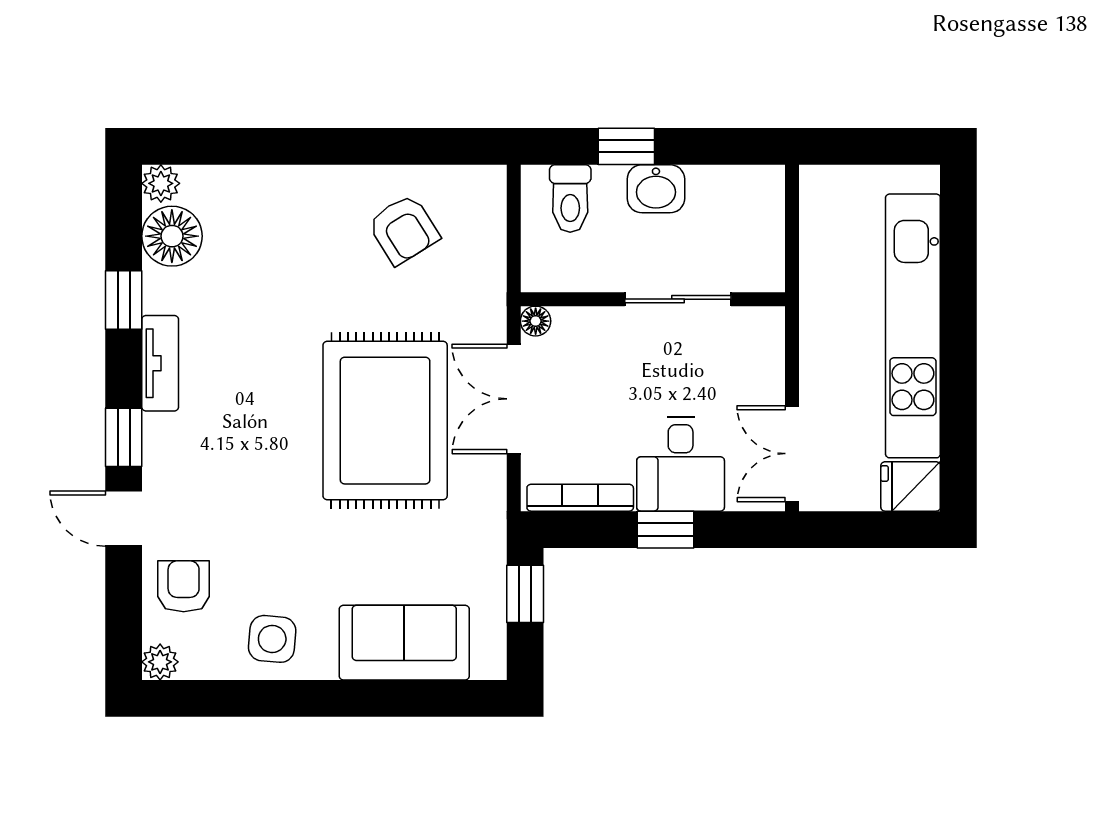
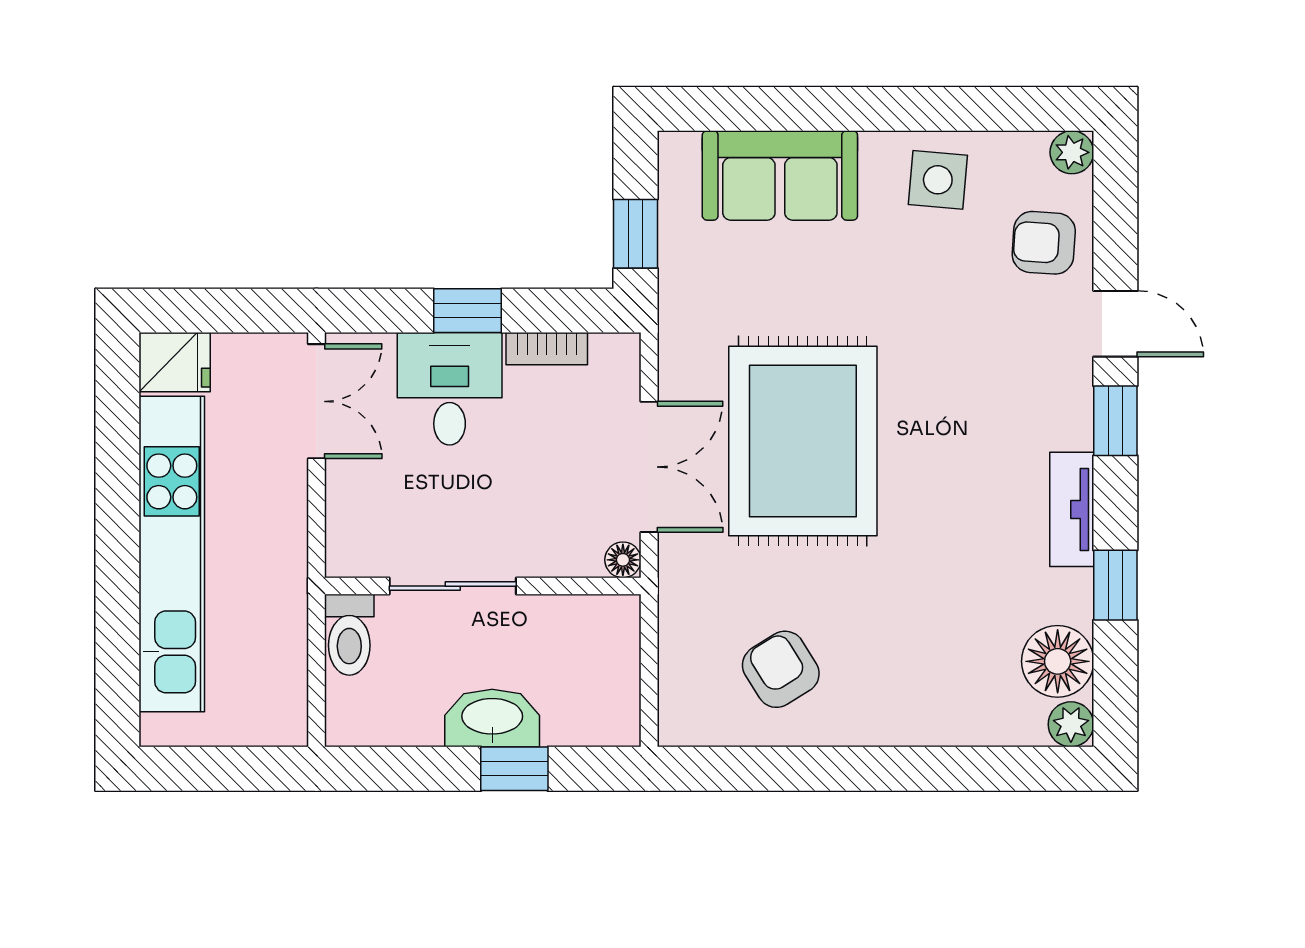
washbasin: (656, 189) -> (492, 718), width x1.38
toilet: (570, 199) -> (349, 635), moved, turned 180
bookcase: (580, 498) -> (547, 349), width x0.64
armchair: (184, 586) -> (1044, 243), turned 94

